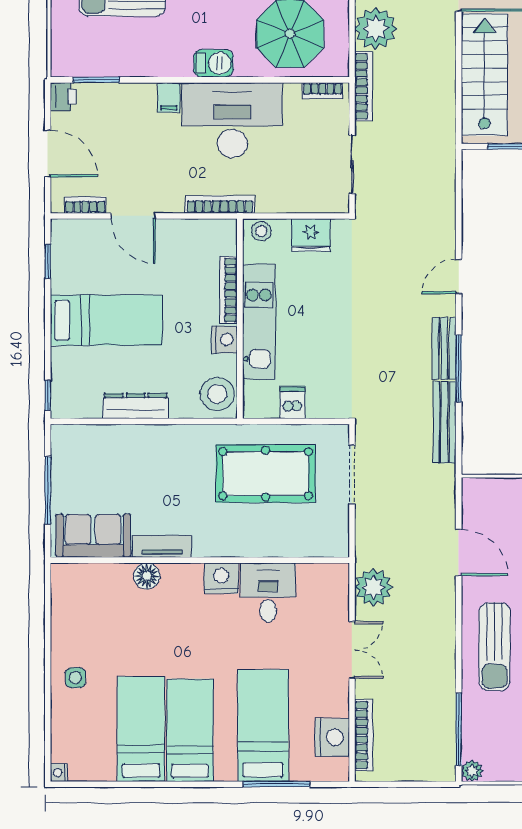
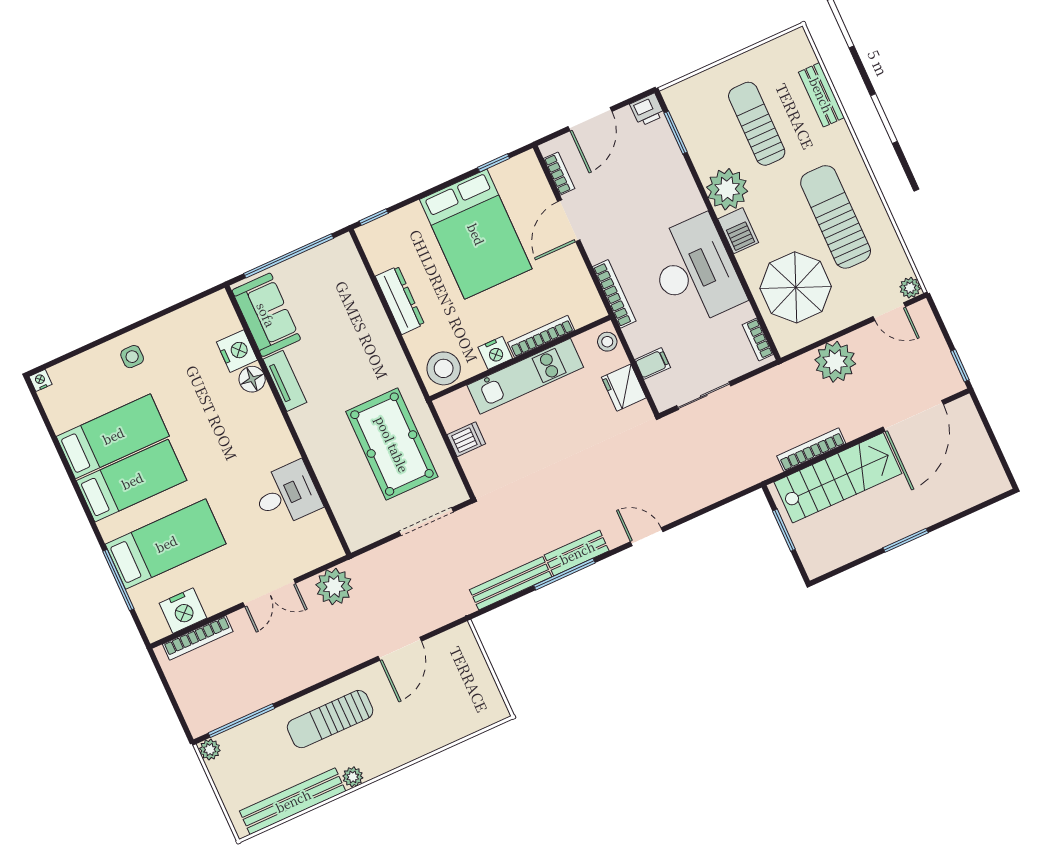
plant: (170, 56) -> (727, 189), added
bookcase: (363, 86) -> (811, 450), moved, turned 180
filing cabinet: (169, 97) -> (653, 364), moved, turned 180
bed: (106, 320) -> (476, 234), width x1.50
window: (48, 490) -> (289, 256), width x1.46
nightstand: (221, 578) -> (237, 351), moved

